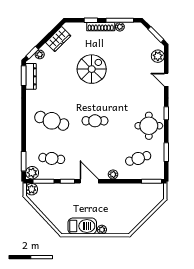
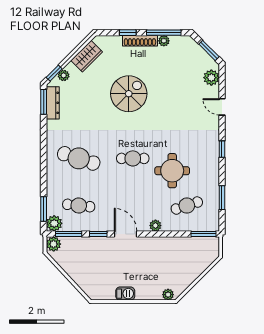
round table: (149, 126) -> (172, 171), moved
barbecue: (82, 226) -> (125, 294), width x0.53, depth x0.65
plant: (102, 230) -> (168, 295), moved

